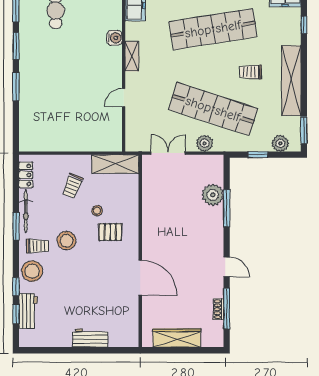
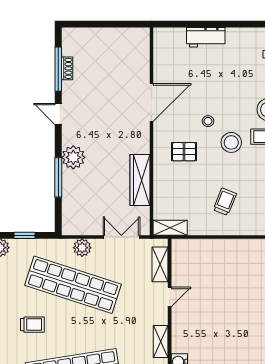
shelving: (132, 128) -> (160, 264), added
double door: (168, 153) -> (121, 237), swing flipped
shelving: (115, 164) -> (170, 228), width x0.67, depth x0.75
plant: (213, 195) -> (73, 157), moved
stool: (97, 211) -> (208, 121), moved
door: (140, 278) -> (152, 102), swing flipped
wardrobe: (177, 338) -> (140, 180), moved, turned 90

